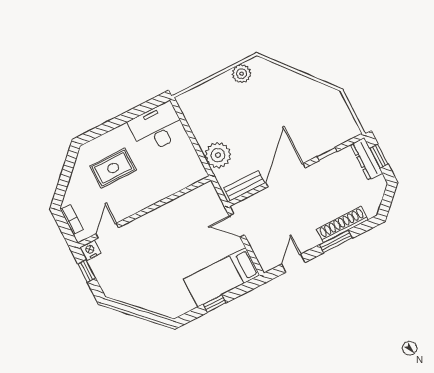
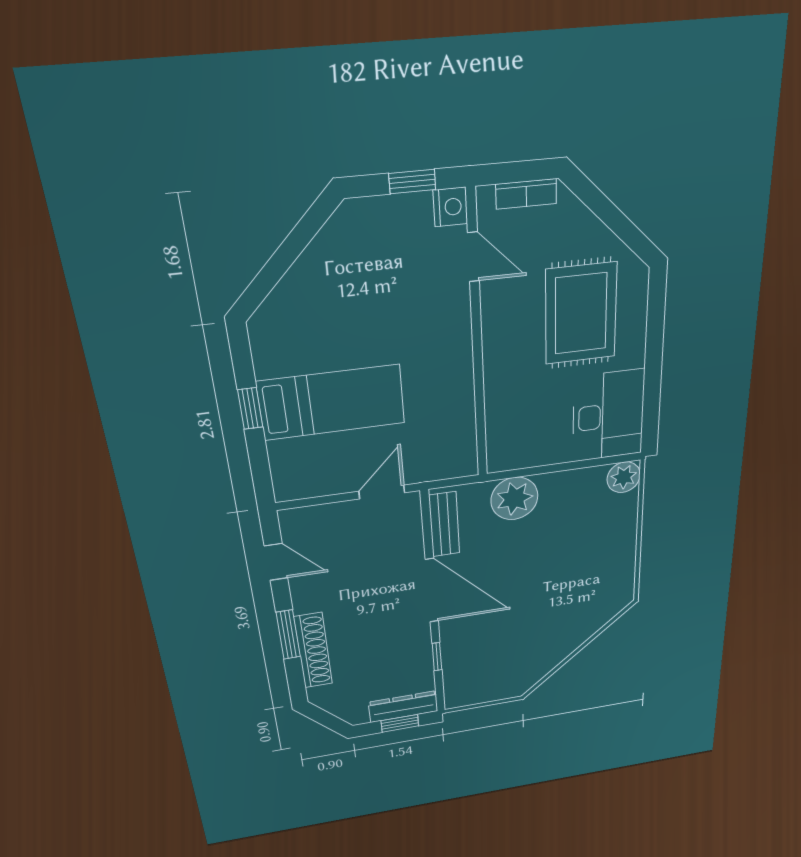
plant: (242, 74) -> (624, 477), moved
rug: (113, 168) -> (581, 314), width x1.36, depth x1.43
bed: (222, 277) -> (332, 402), moved, turned 90

